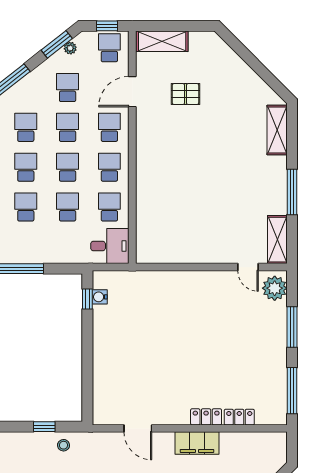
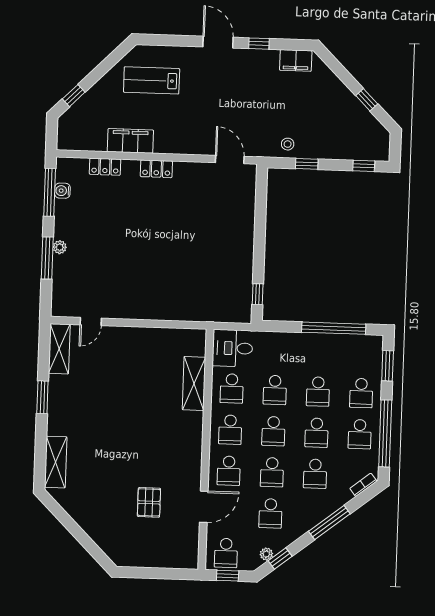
shelving: (162, 41) -> (194, 383), moved, turned 90
window: (57, 44) -> (280, 558), width x0.67
pallet: (185, 94) -> (149, 502), turned 90
window: (292, 192) -> (42, 397), width x0.69
door: (248, 267) -> (91, 321), swing flipped
plant: (275, 288) -> (60, 247), moved, width x0.53, depth x0.53
water cooler: (100, 297) -> (62, 191), moved, turned 180
locker: (206, 417) -> (156, 169), moved
door: (138, 428) -> (230, 159), moved
filing cabinet: (197, 443) -> (130, 141), moved

